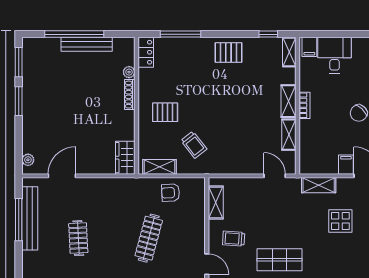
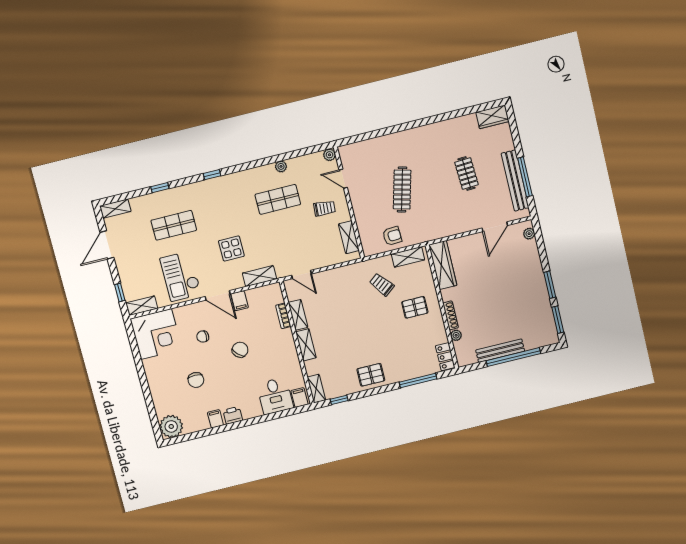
bookcase: (305, 105) -> (283, 316), moved
wardrobe: (125, 158) -> (443, 265), width x1.50

